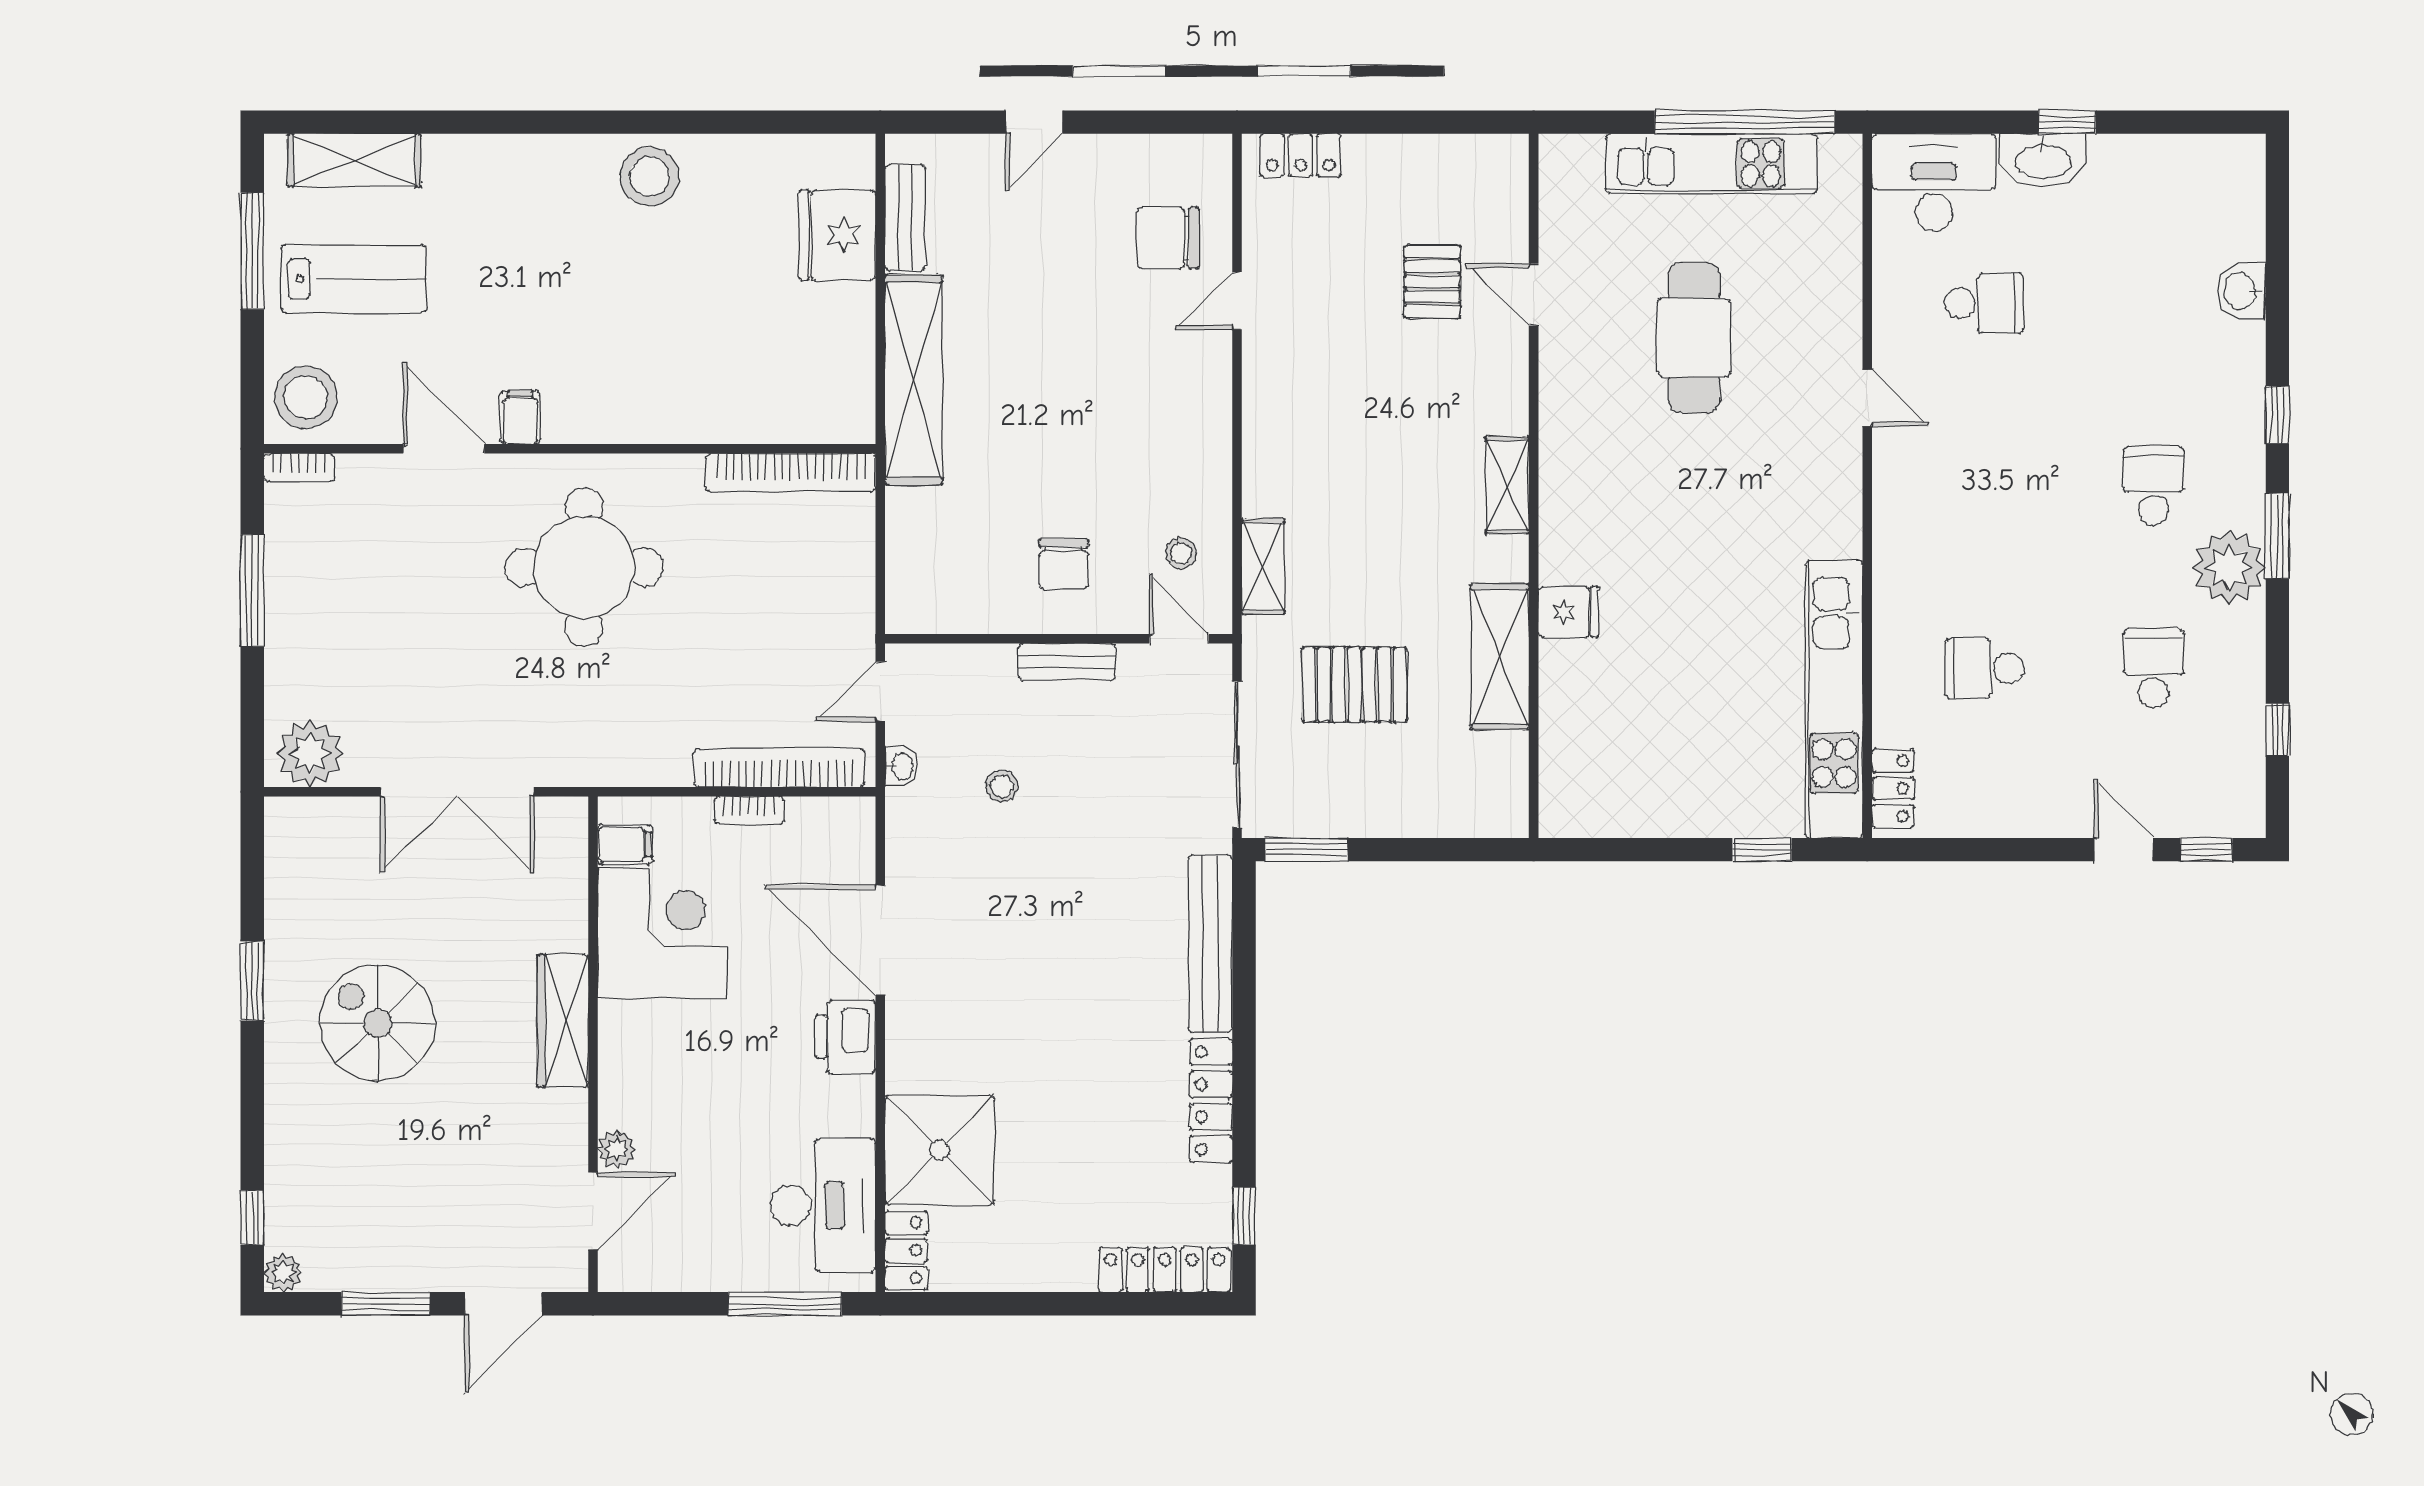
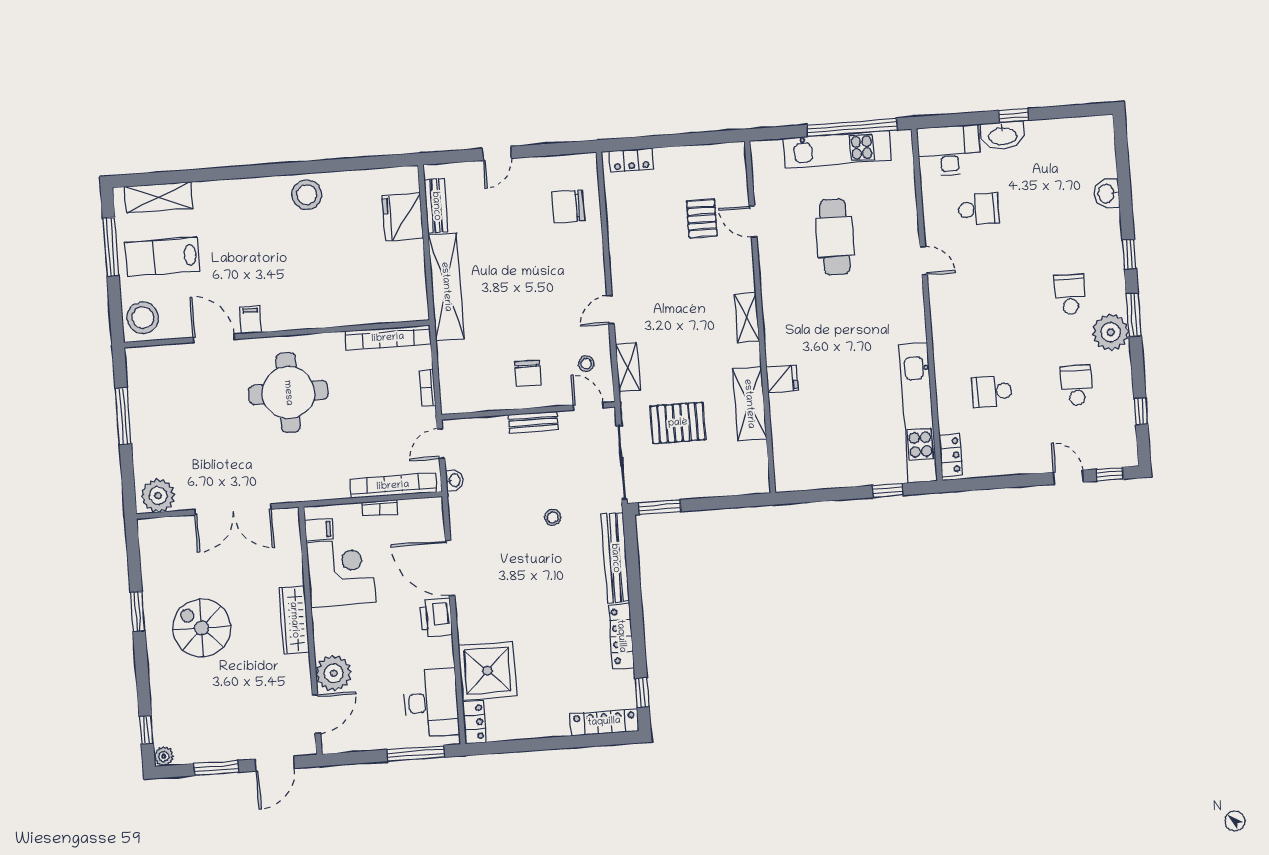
lab bench: (354, 279) -> (162, 257), turned 180
door: (1237, 301) -> (610, 310), moved
bookcase: (299, 468) -> (427, 388), moved, turned 90
stool: (1002, 786) -> (553, 517), moved
plant: (617, 1149) -> (334, 673), width x1.88, depth x1.88

